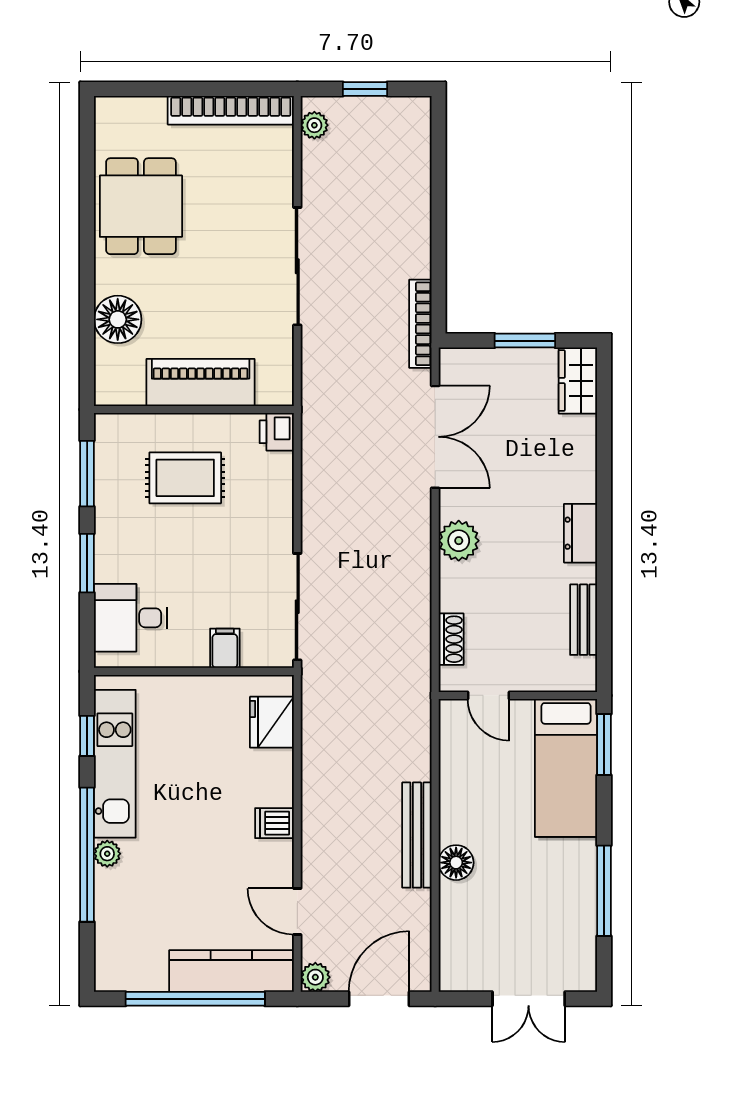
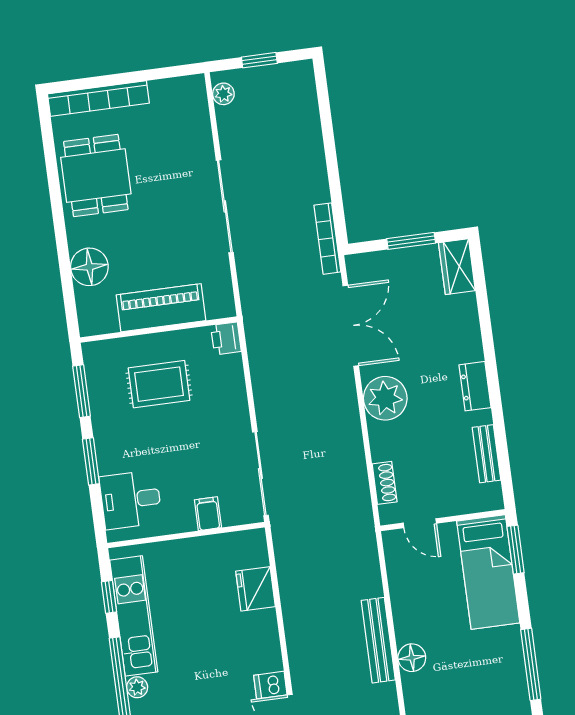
bookcase: (231, 110) -> (98, 99), moved
plant: (459, 541) -> (385, 398), width x1.36, depth x1.36
fridge: (272, 722) -> (256, 589), moved
dishwasher: (274, 823) -> (270, 685), moved

